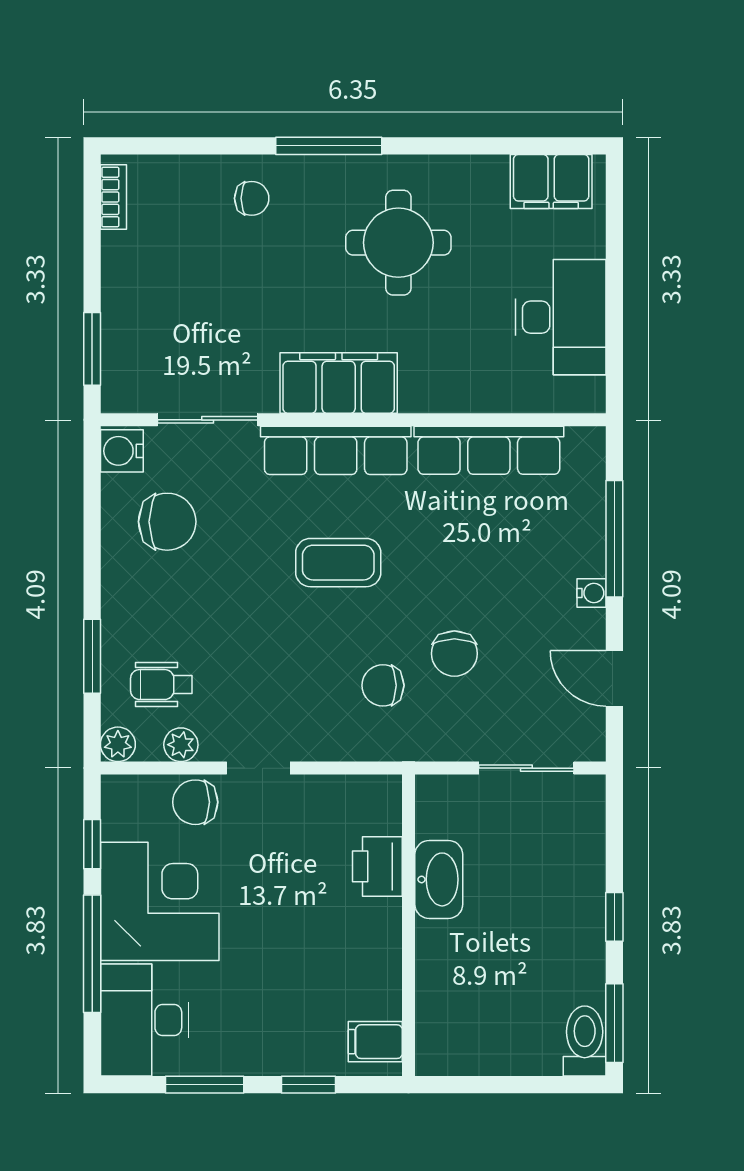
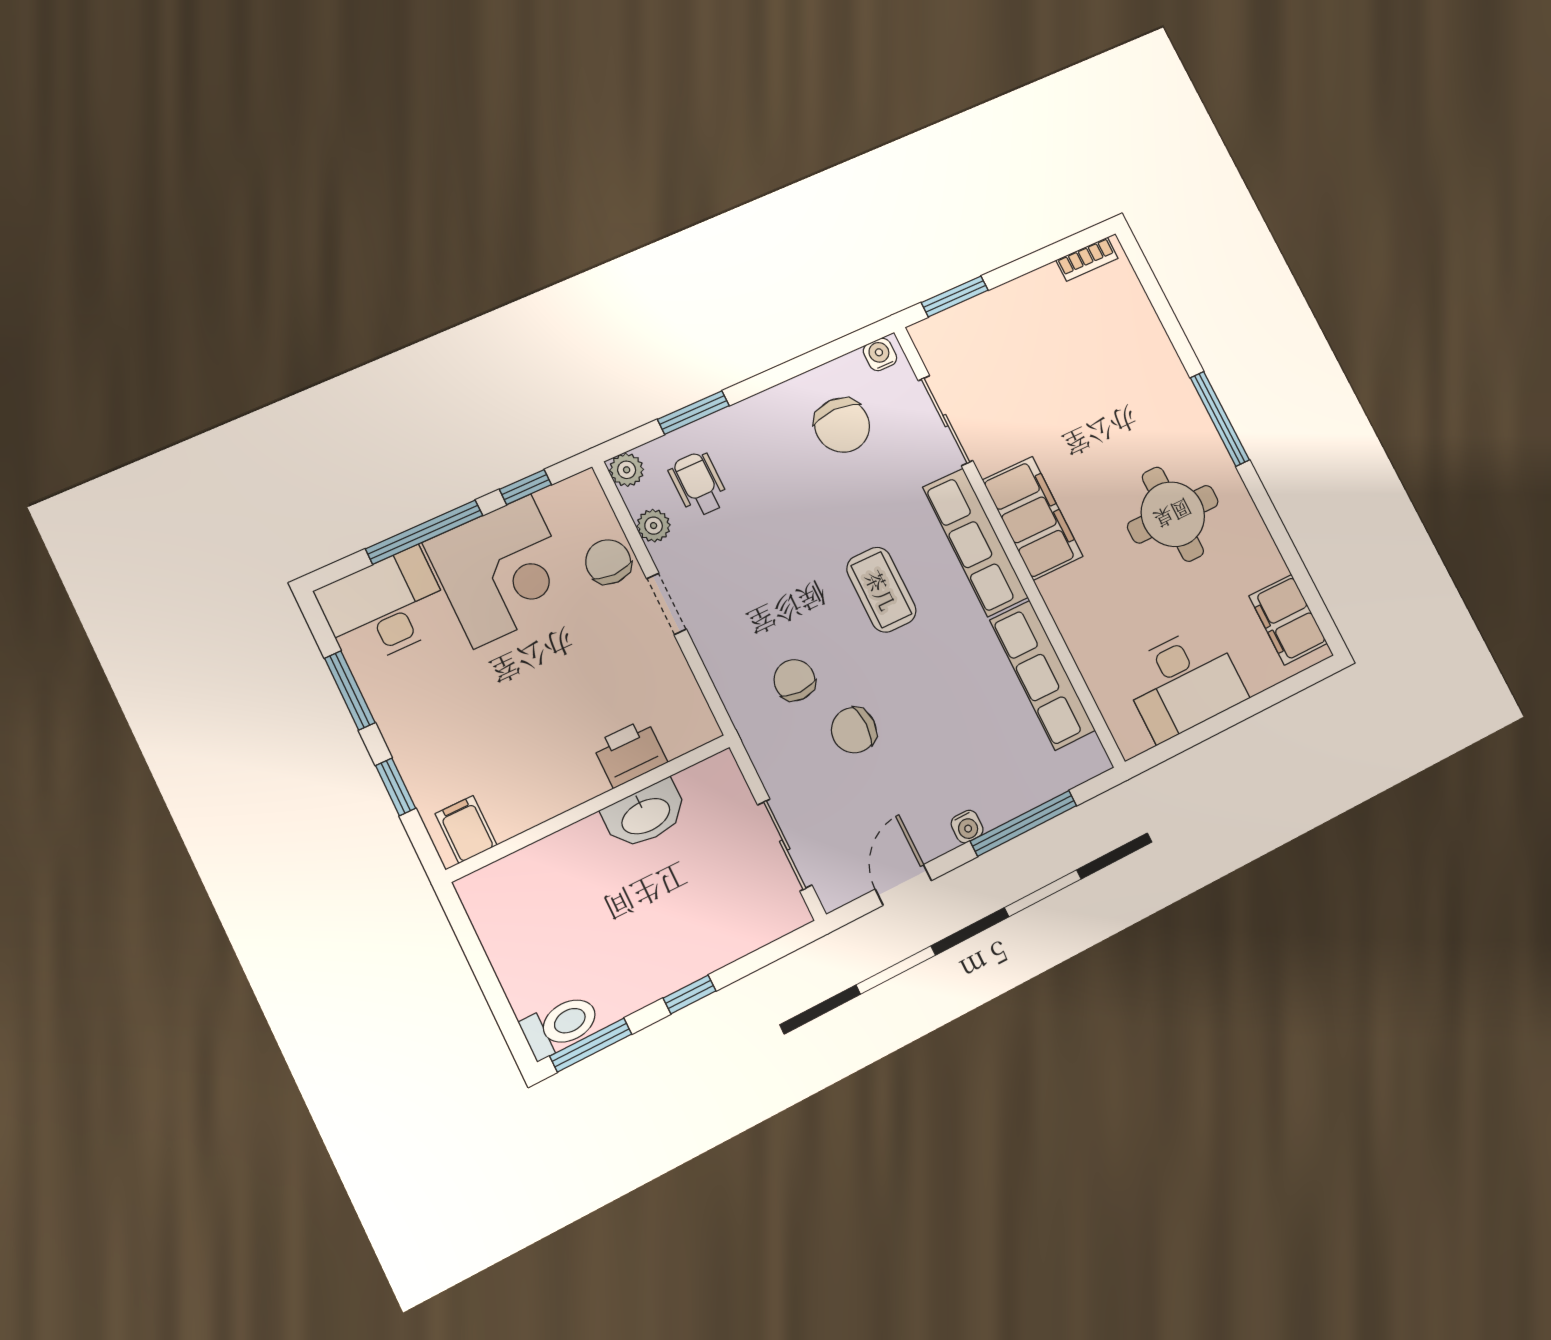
chair: (252, 198) -> (1145, 374), removed
water cooler: (122, 451) -> (880, 354), width x0.72, depth x0.72

